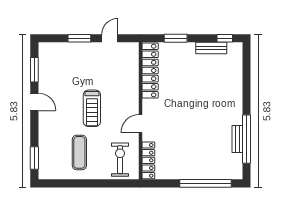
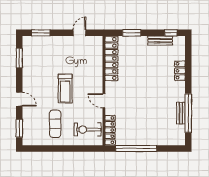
window: (79, 38) -> (41, 33), moved
locker: (236, 86) -> (180, 71), added
door: (34, 102) -> (19, 99), moved
door: (140, 124) -> (104, 101), hinge flipped
exercise bike: (120, 160) -> (88, 130), turned -90
window: (206, 183) -> (136, 148), moved

